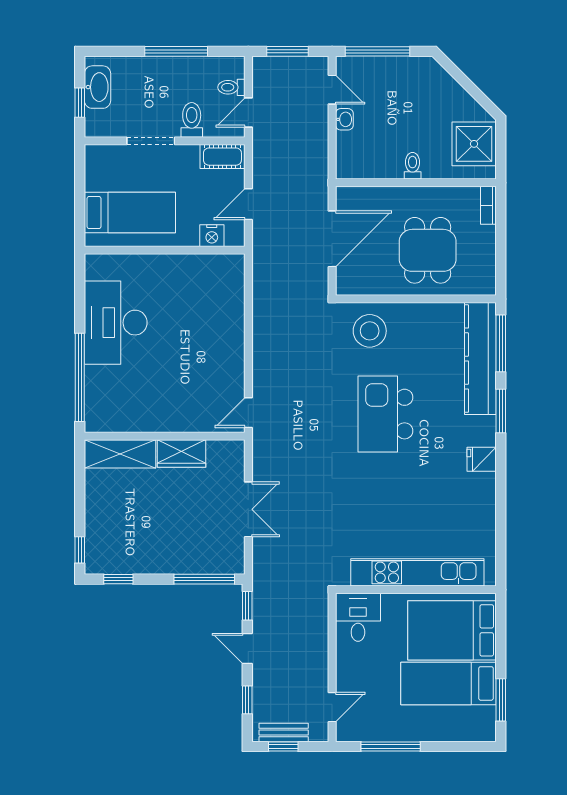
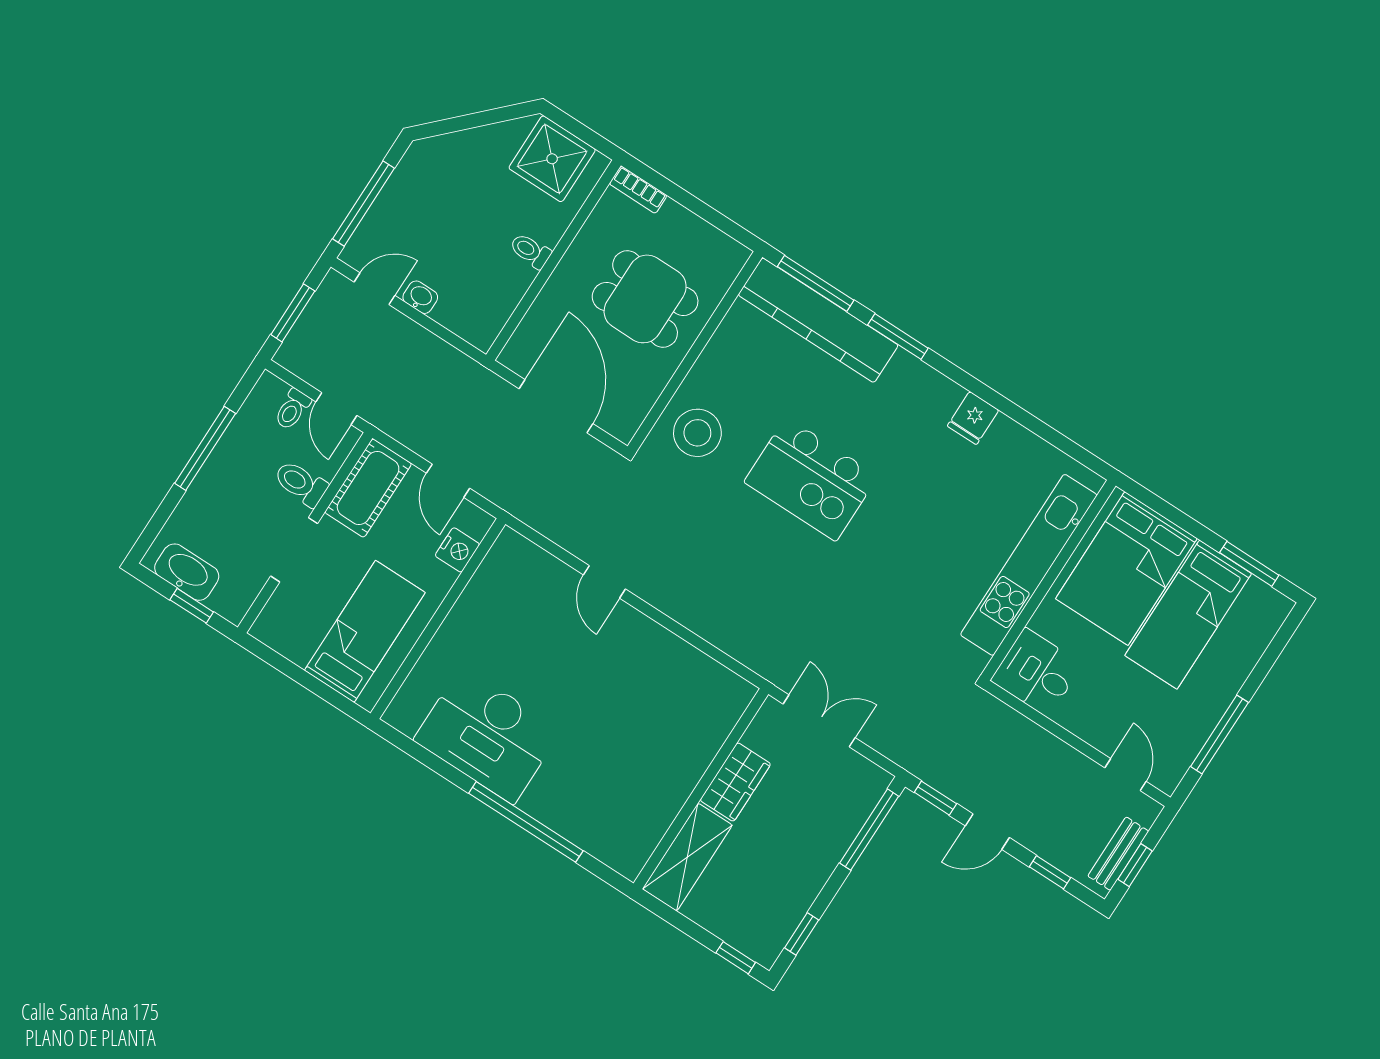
cot: (222, 157) -> (368, 488), width x1.37, depth x1.34
door: (248, 413) -> (604, 582), moved
wall: (165, 436) -> (701, 789), moved
shelving: (120, 454) -> (687, 857), moved
wardrobe: (182, 454) -> (735, 782), moved
fridge: (482, 459) -> (973, 418), moved

